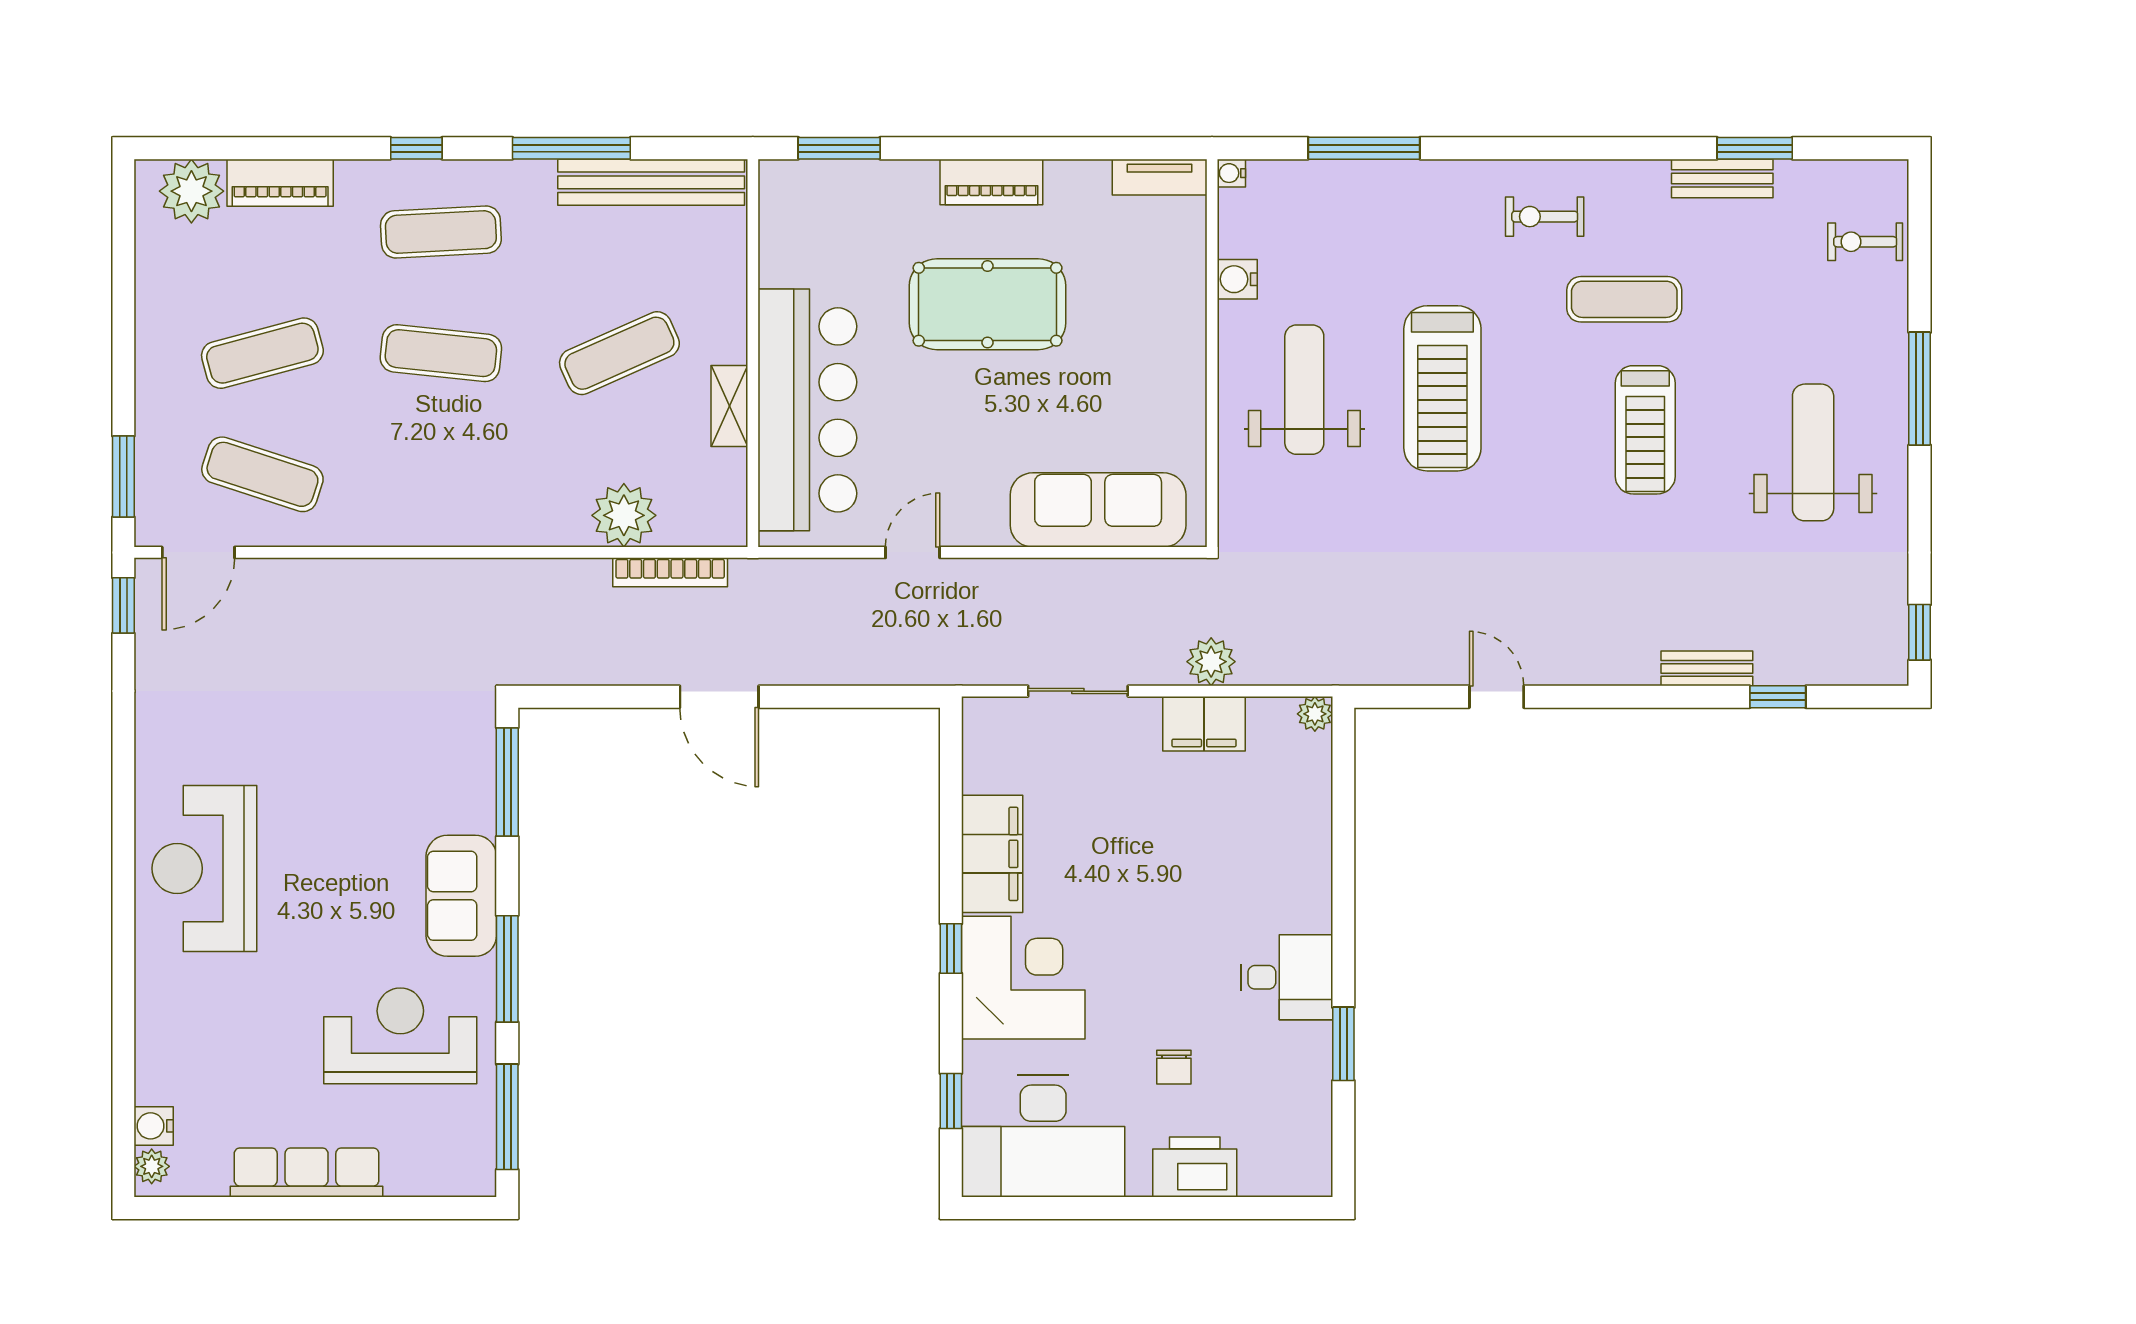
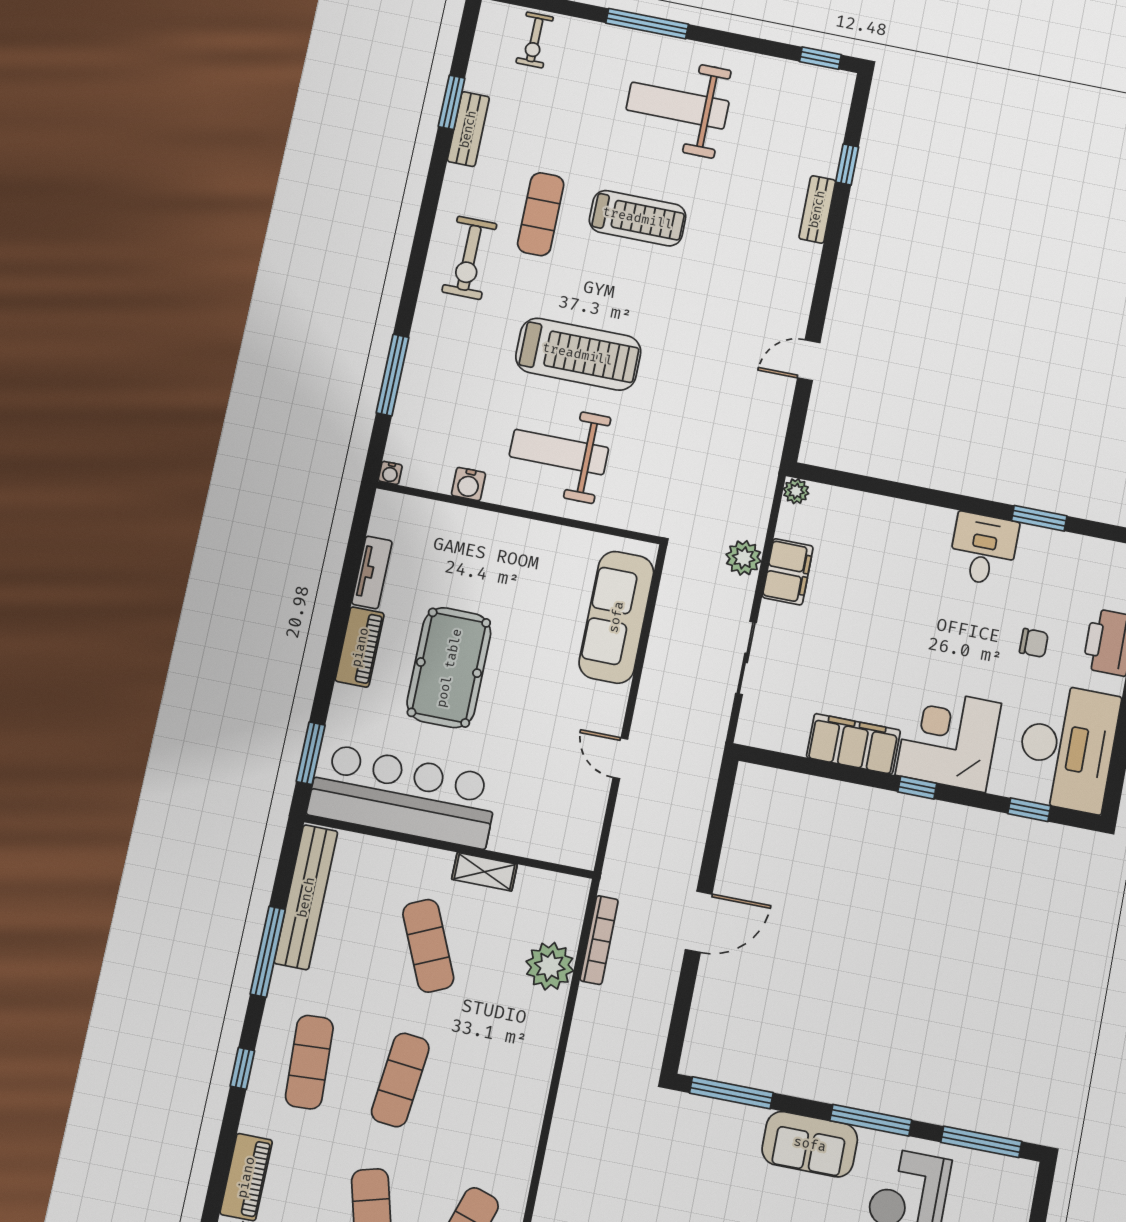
tv unit: (1160, 177) -> (372, 572), moved
exercise bike: (1545, 217) -> (469, 258), width x1.38, depth x1.39
bar counter: (807, 410) -> (403, 796), moved

